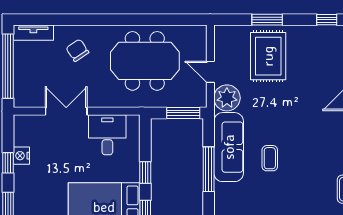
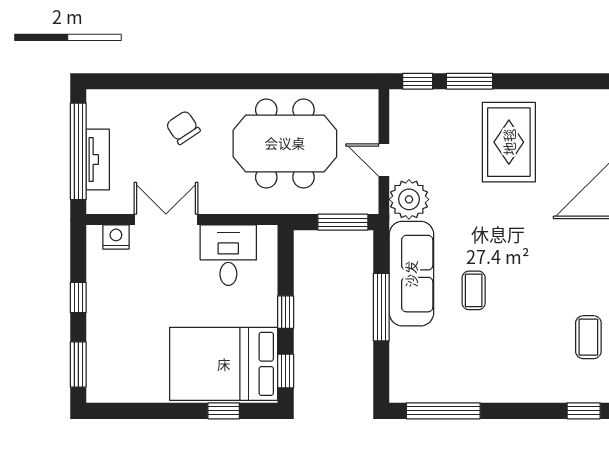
window: (327, 20) -> (418, 81), moved
tv unit: (33, 33) -> (98, 160), moved, turned -90
rug: (268, 56) -> (509, 142), moved
nightstand: (21, 156) -> (116, 237), moved, turned 90

